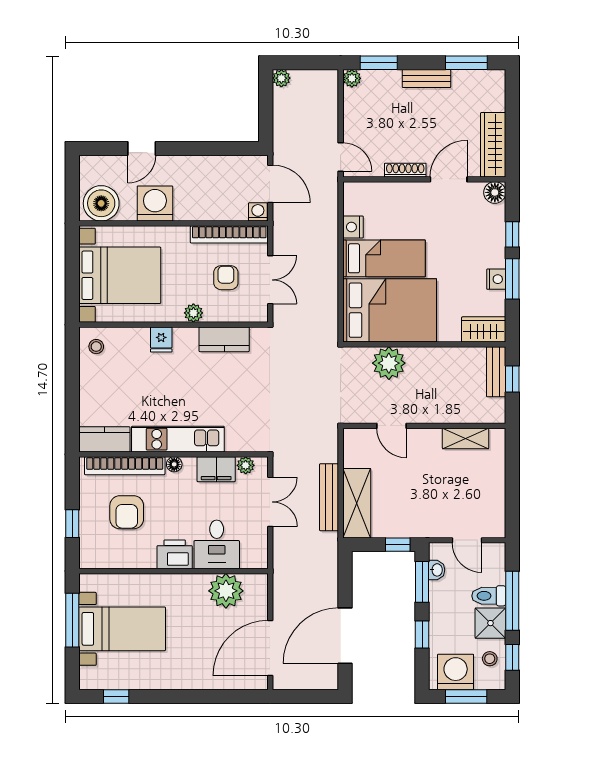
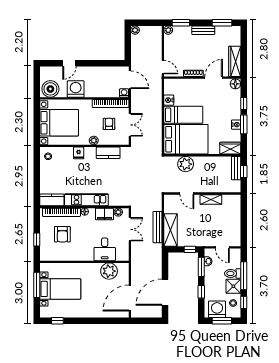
shelving: (466, 438) -> (211, 199), moved
printer: (175, 554) -> (85, 254), removed

